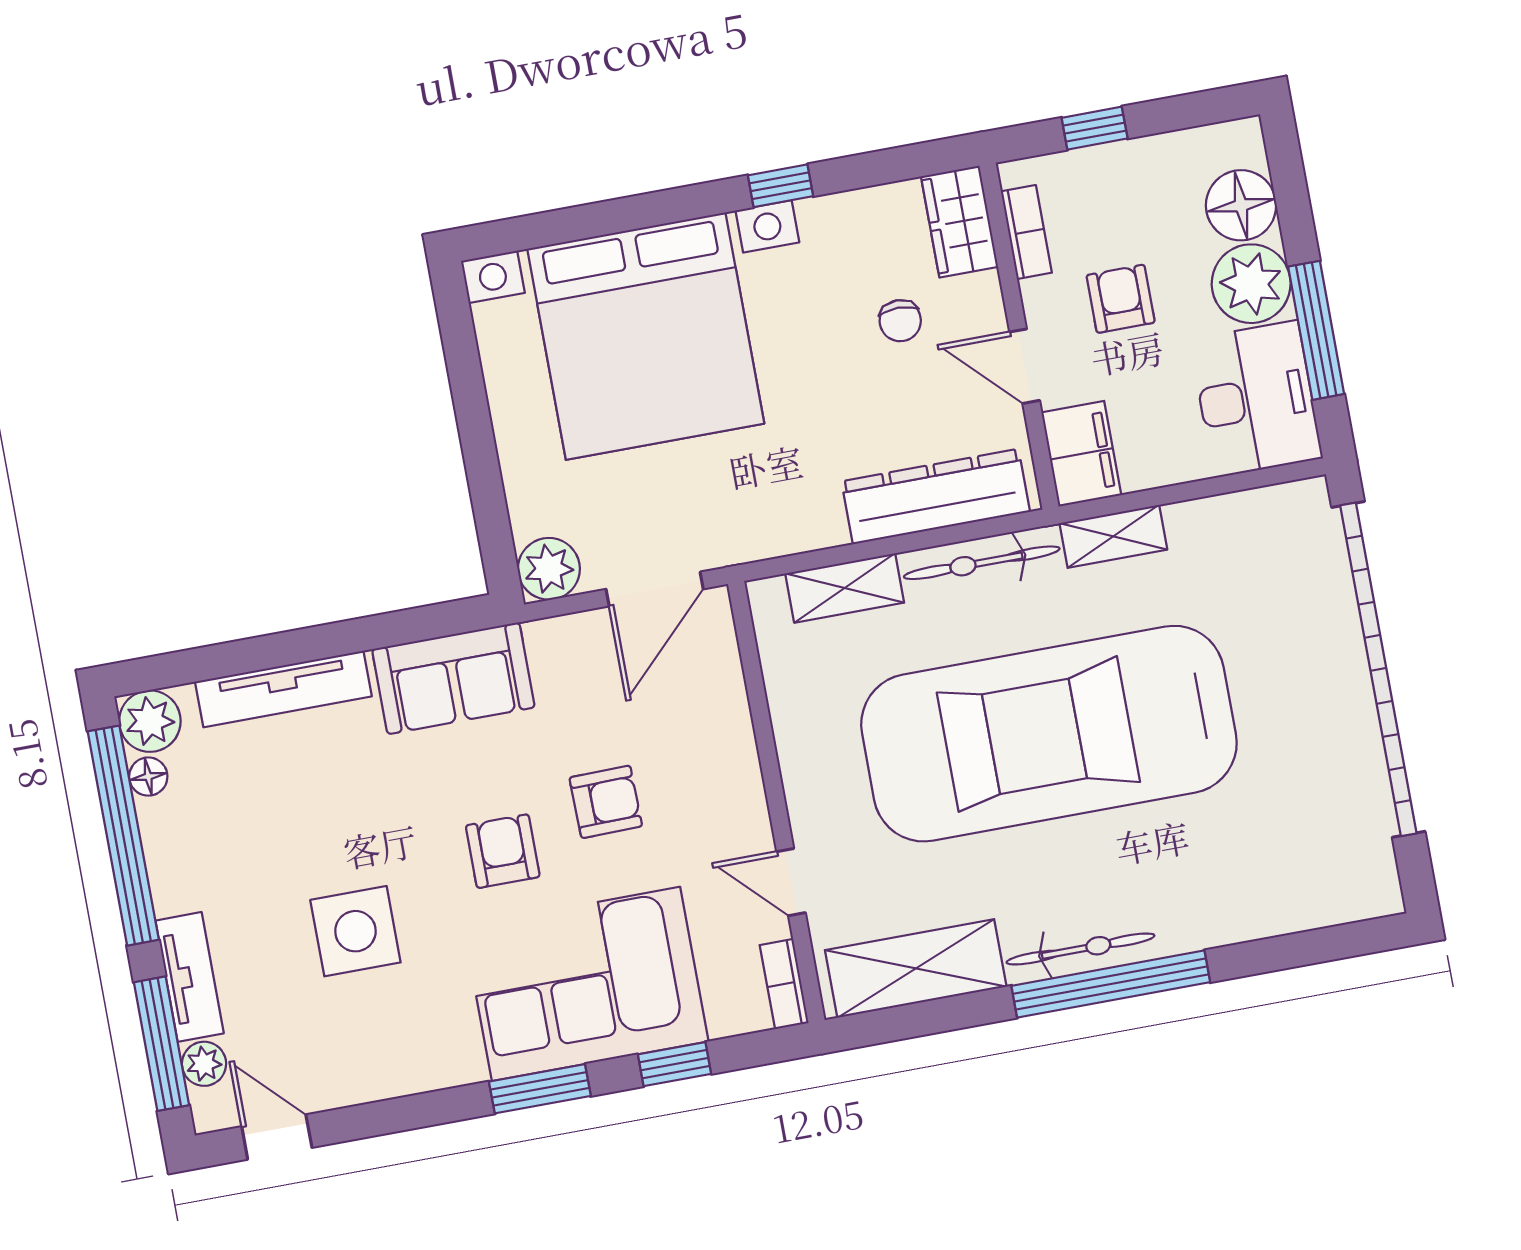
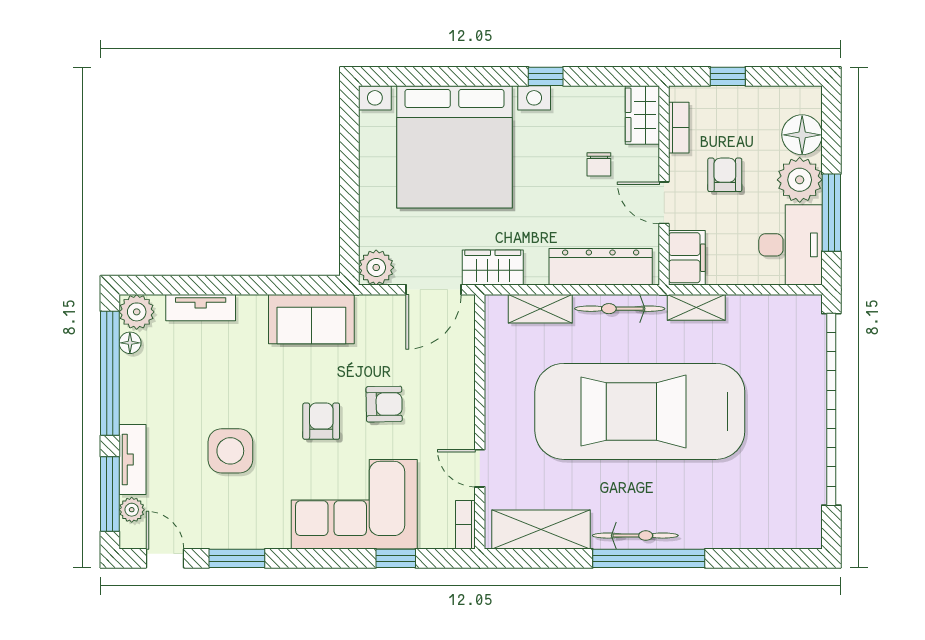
wardrobe: (750, 532) -> (493, 268), added
tv unit: (283, 689) -> (201, 308), width x0.71
window: (540, 1089) -> (237, 558), moved

